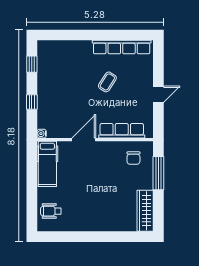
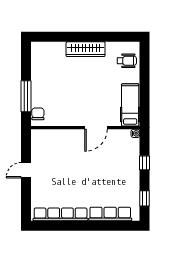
coffee table: (107, 82) -> (74, 182), removed
row of seats: (122, 131) -> (110, 214), moved, turned 180
chair: (133, 158) -> (38, 114), moved
wardrobe: (145, 211) -> (86, 49), moved, turned 90

